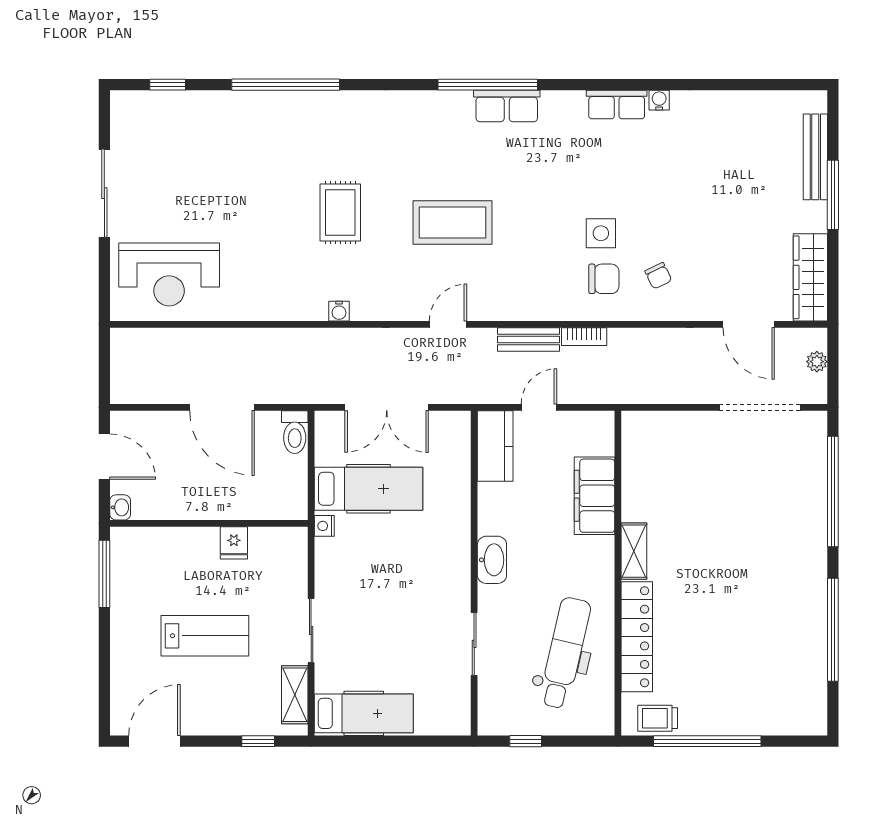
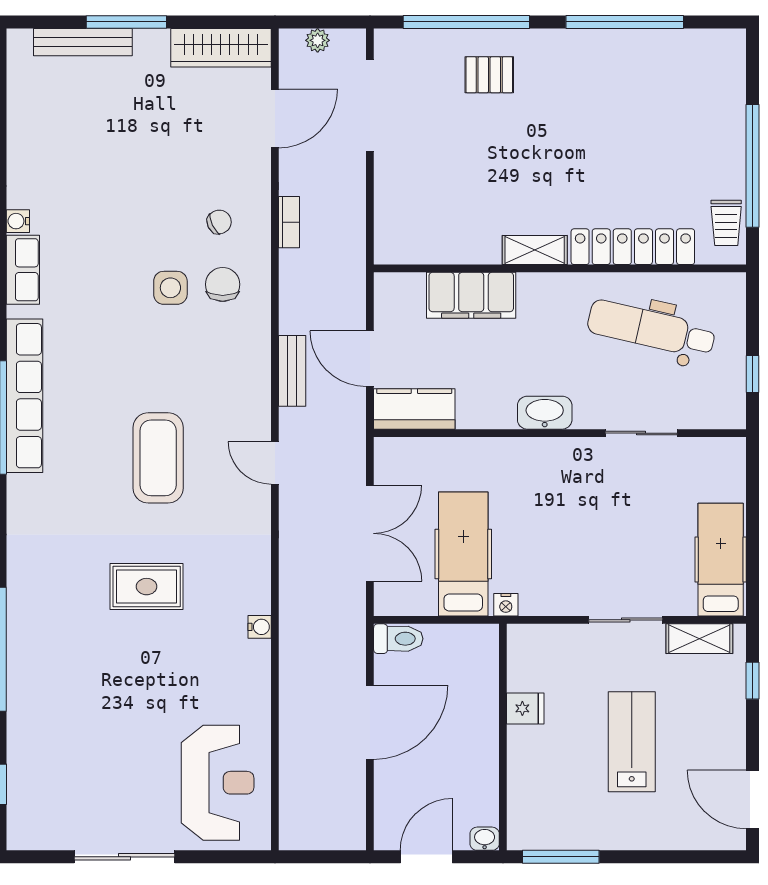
row of seats: (507, 106) -> (25, 396), width x2.02
water cooler: (339, 311) -> (260, 627), moved
bookcase: (584, 337) -> (289, 222), moved
door: (539, 407) -> (370, 359), width x1.38
pallet: (787, 511) -> (489, 75), added

